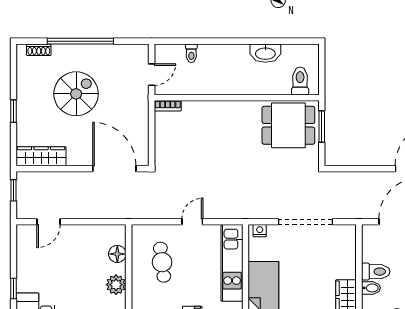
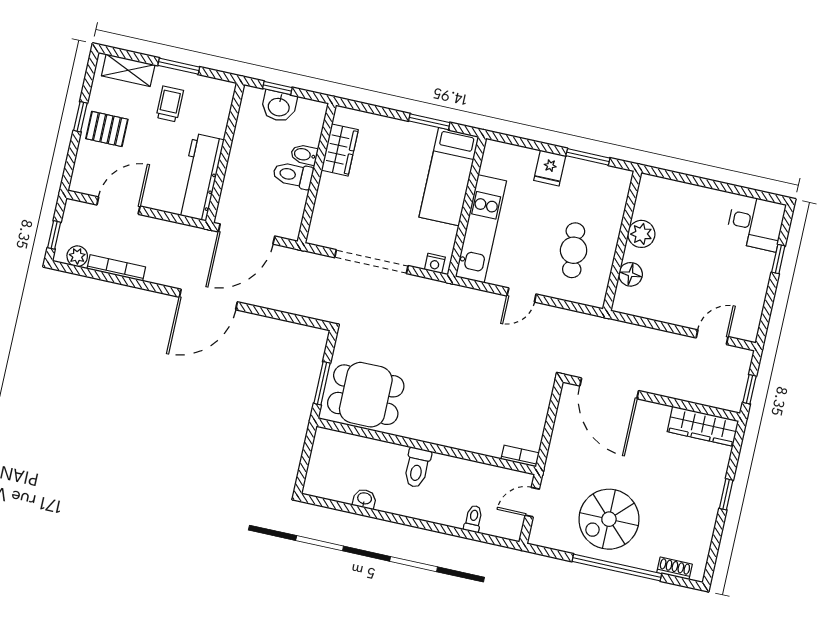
washbasin: (265, 53) -> (364, 499), width x0.52, depth x0.69
toilet: (300, 81) -> (417, 468), moved
spiral stairs: (76, 94) -> (609, 519), moved

